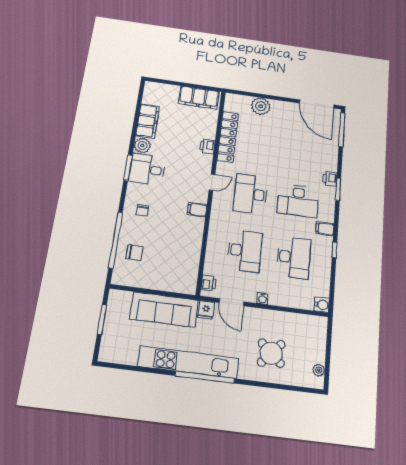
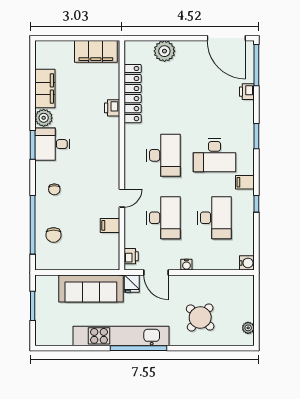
printer: (330, 179) -> (247, 92), moved
door: (212, 182) -> (122, 198), moved
desk: (251, 194) -> (164, 155), turned 180
filing cabinet: (197, 210) -> (110, 225), moved
chair: (135, 252) -> (53, 235), turned 90

